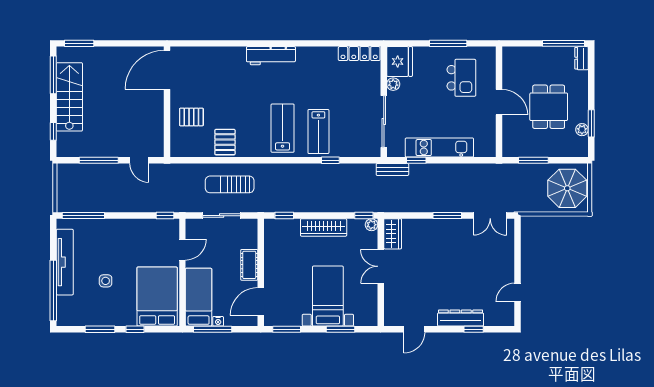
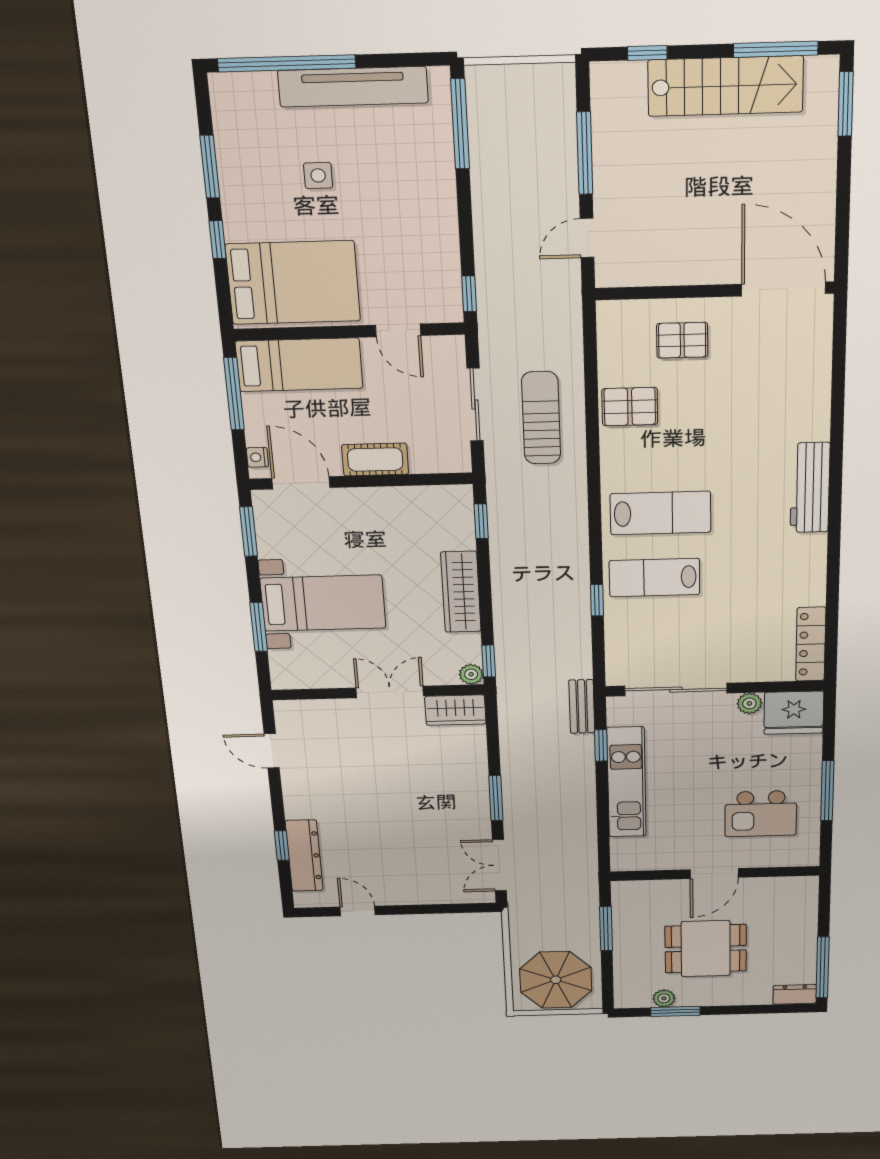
pallet: (191, 117) -> (682, 340), turned 90
dresser: (461, 318) -> (304, 856), moved
nightstand: (218, 321) -> (257, 457), moved

